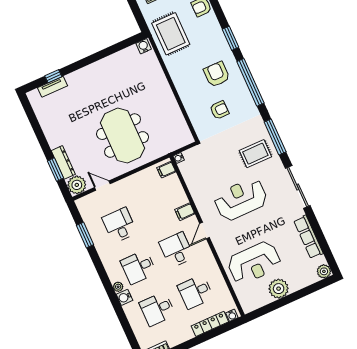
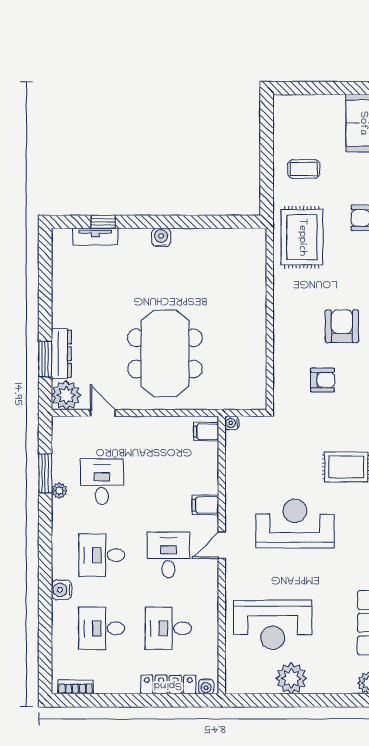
water cooler: (144, 46) -> (161, 237), moved
plant: (118, 287) -> (59, 491), moved

